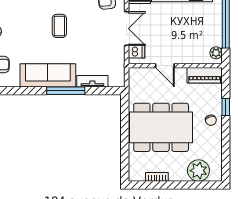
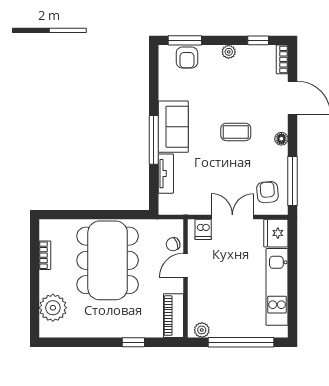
double door: (127, 29) -> (232, 217), swing flipped
sofa: (48, 75) -> (173, 127), width x0.73
chair: (211, 120) -> (173, 244), moved

